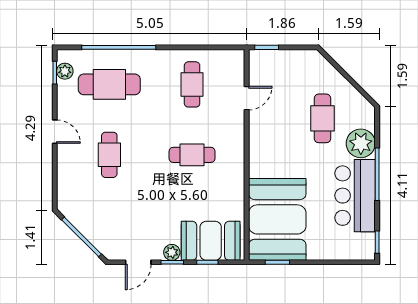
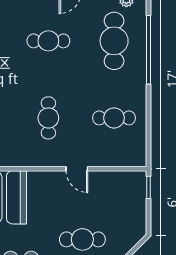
door: (247, 98) -> (77, 169), moved

